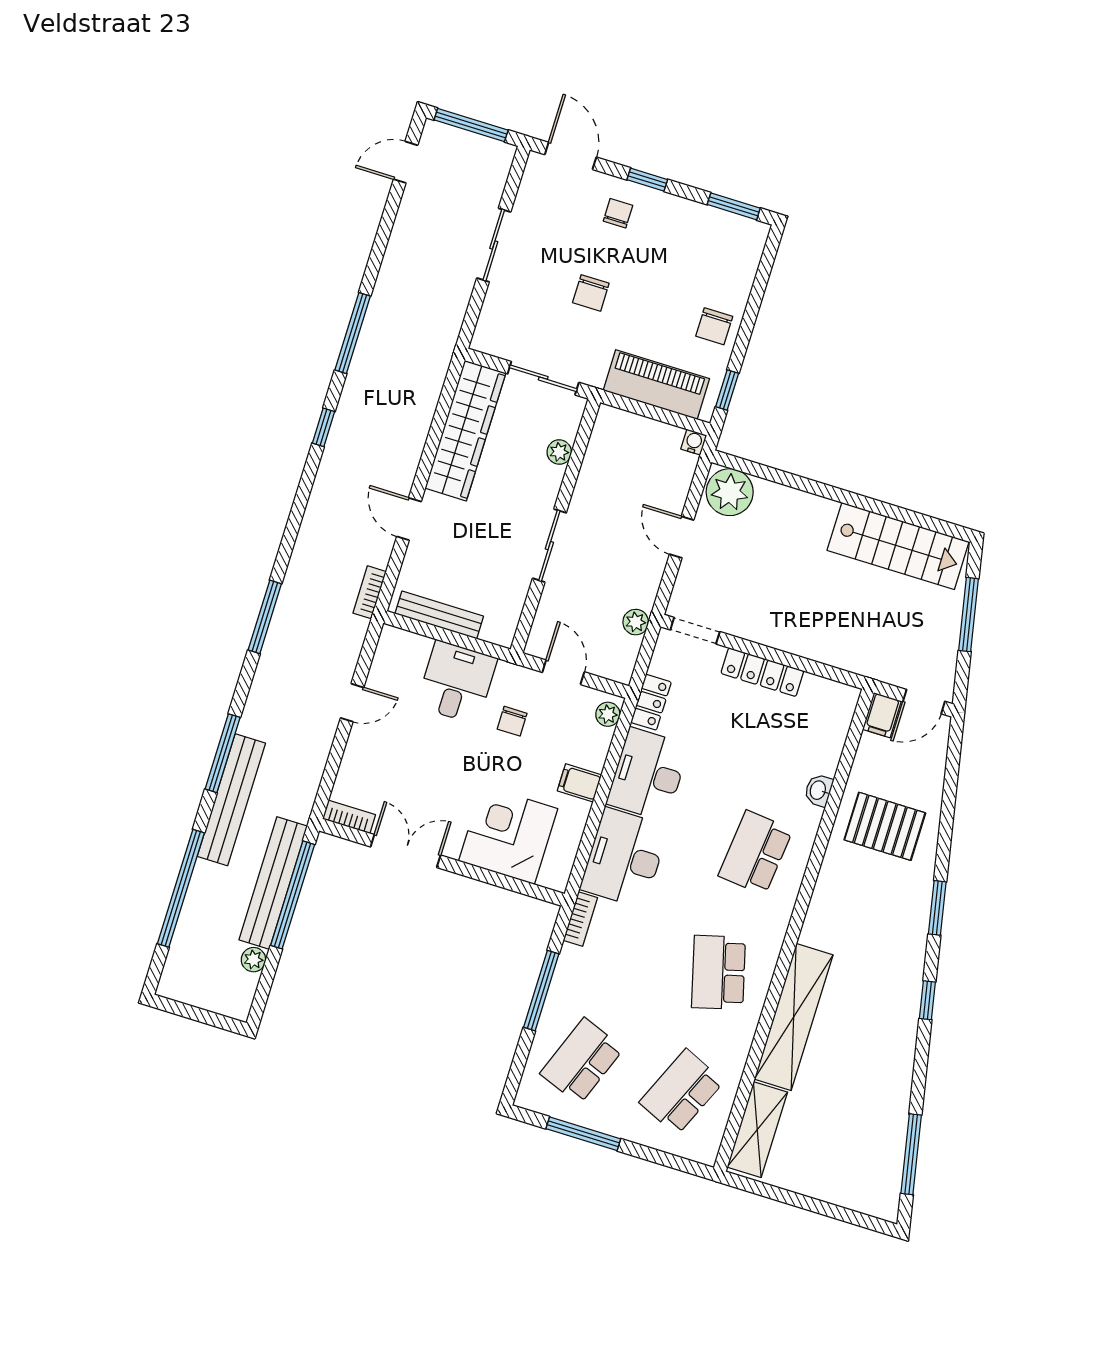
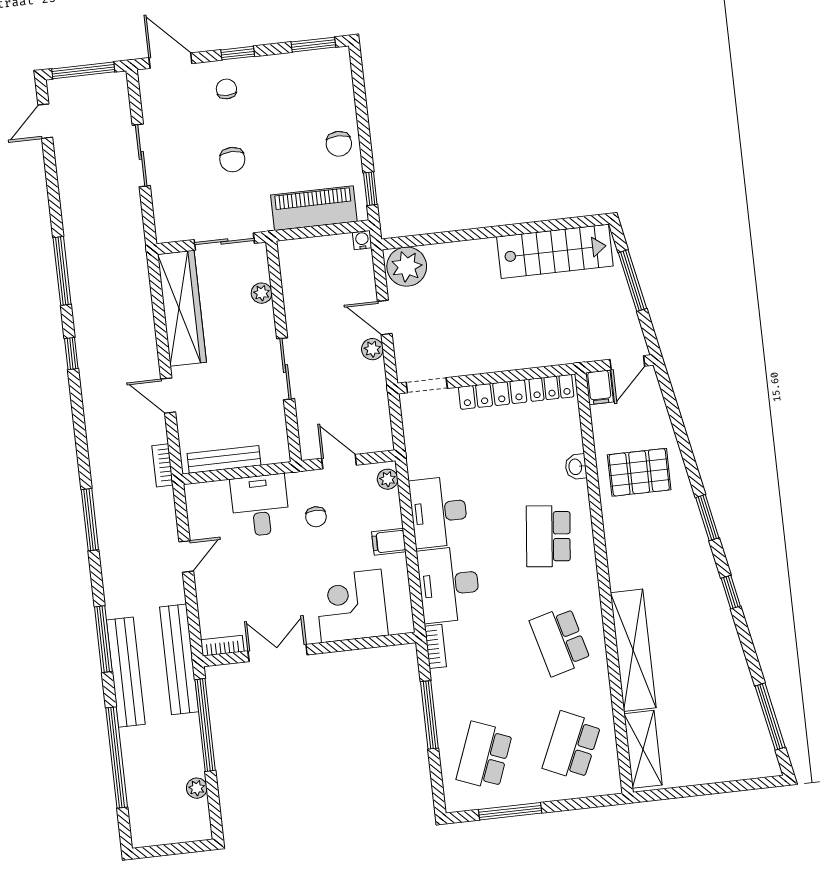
plant: (636, 622) -> (372, 349), moved
locker: (651, 702) -> (551, 388), moved, turned 90
bench: (273, 883) -> (179, 659), moved

